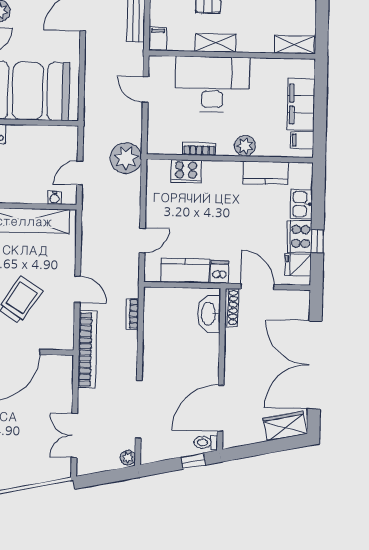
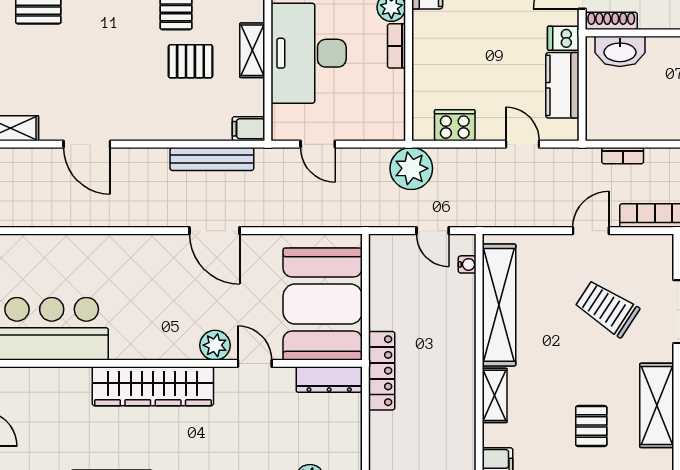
door: (145, 90) -> (318, 144), hinge flipped
bookcase: (199, 149) -> (397, 46), moved
cooker: (186, 171) -> (455, 125), moved, turned -90

